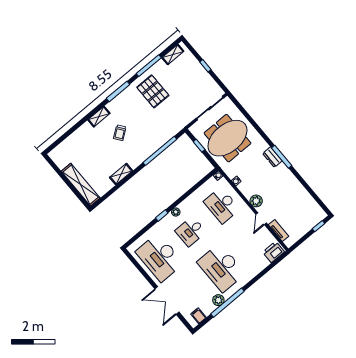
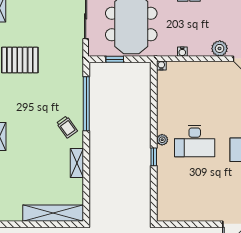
trolley: (120, 133) -> (67, 127), moved
desk: (222, 205) -> (195, 87), removed
desk: (191, 231) -> (195, 141), width x1.37
desk: (160, 257) -> (195, 195), removed

